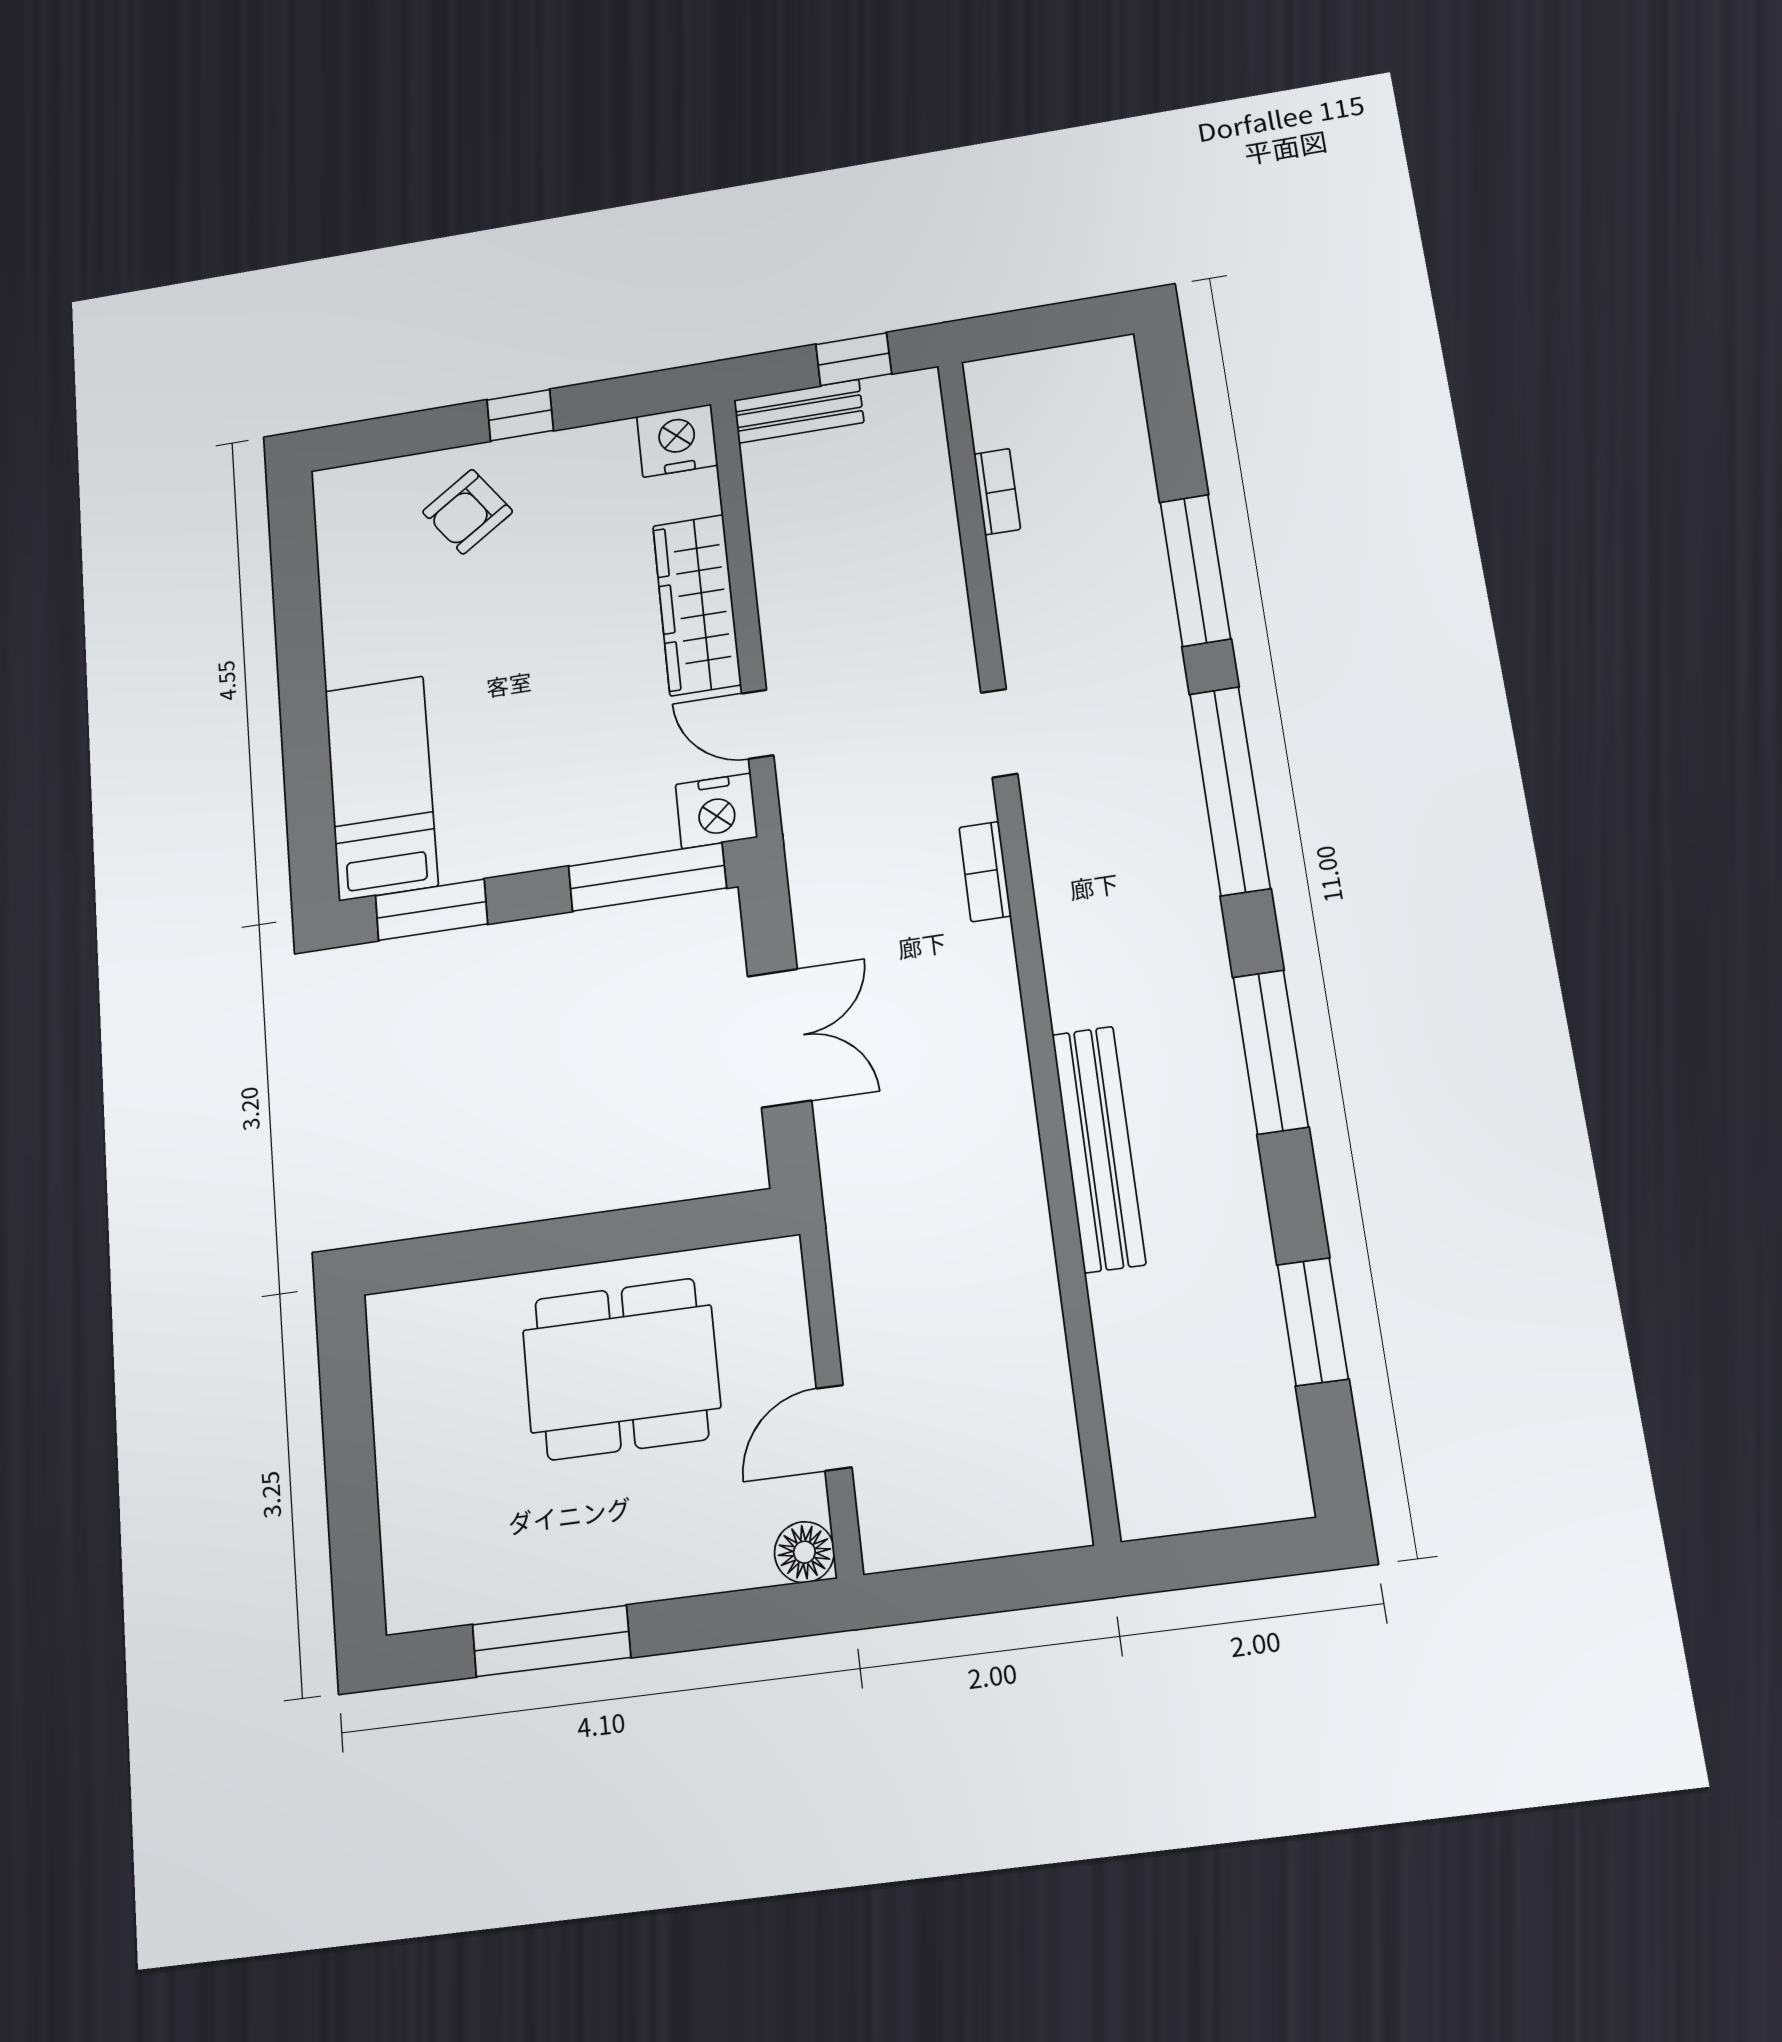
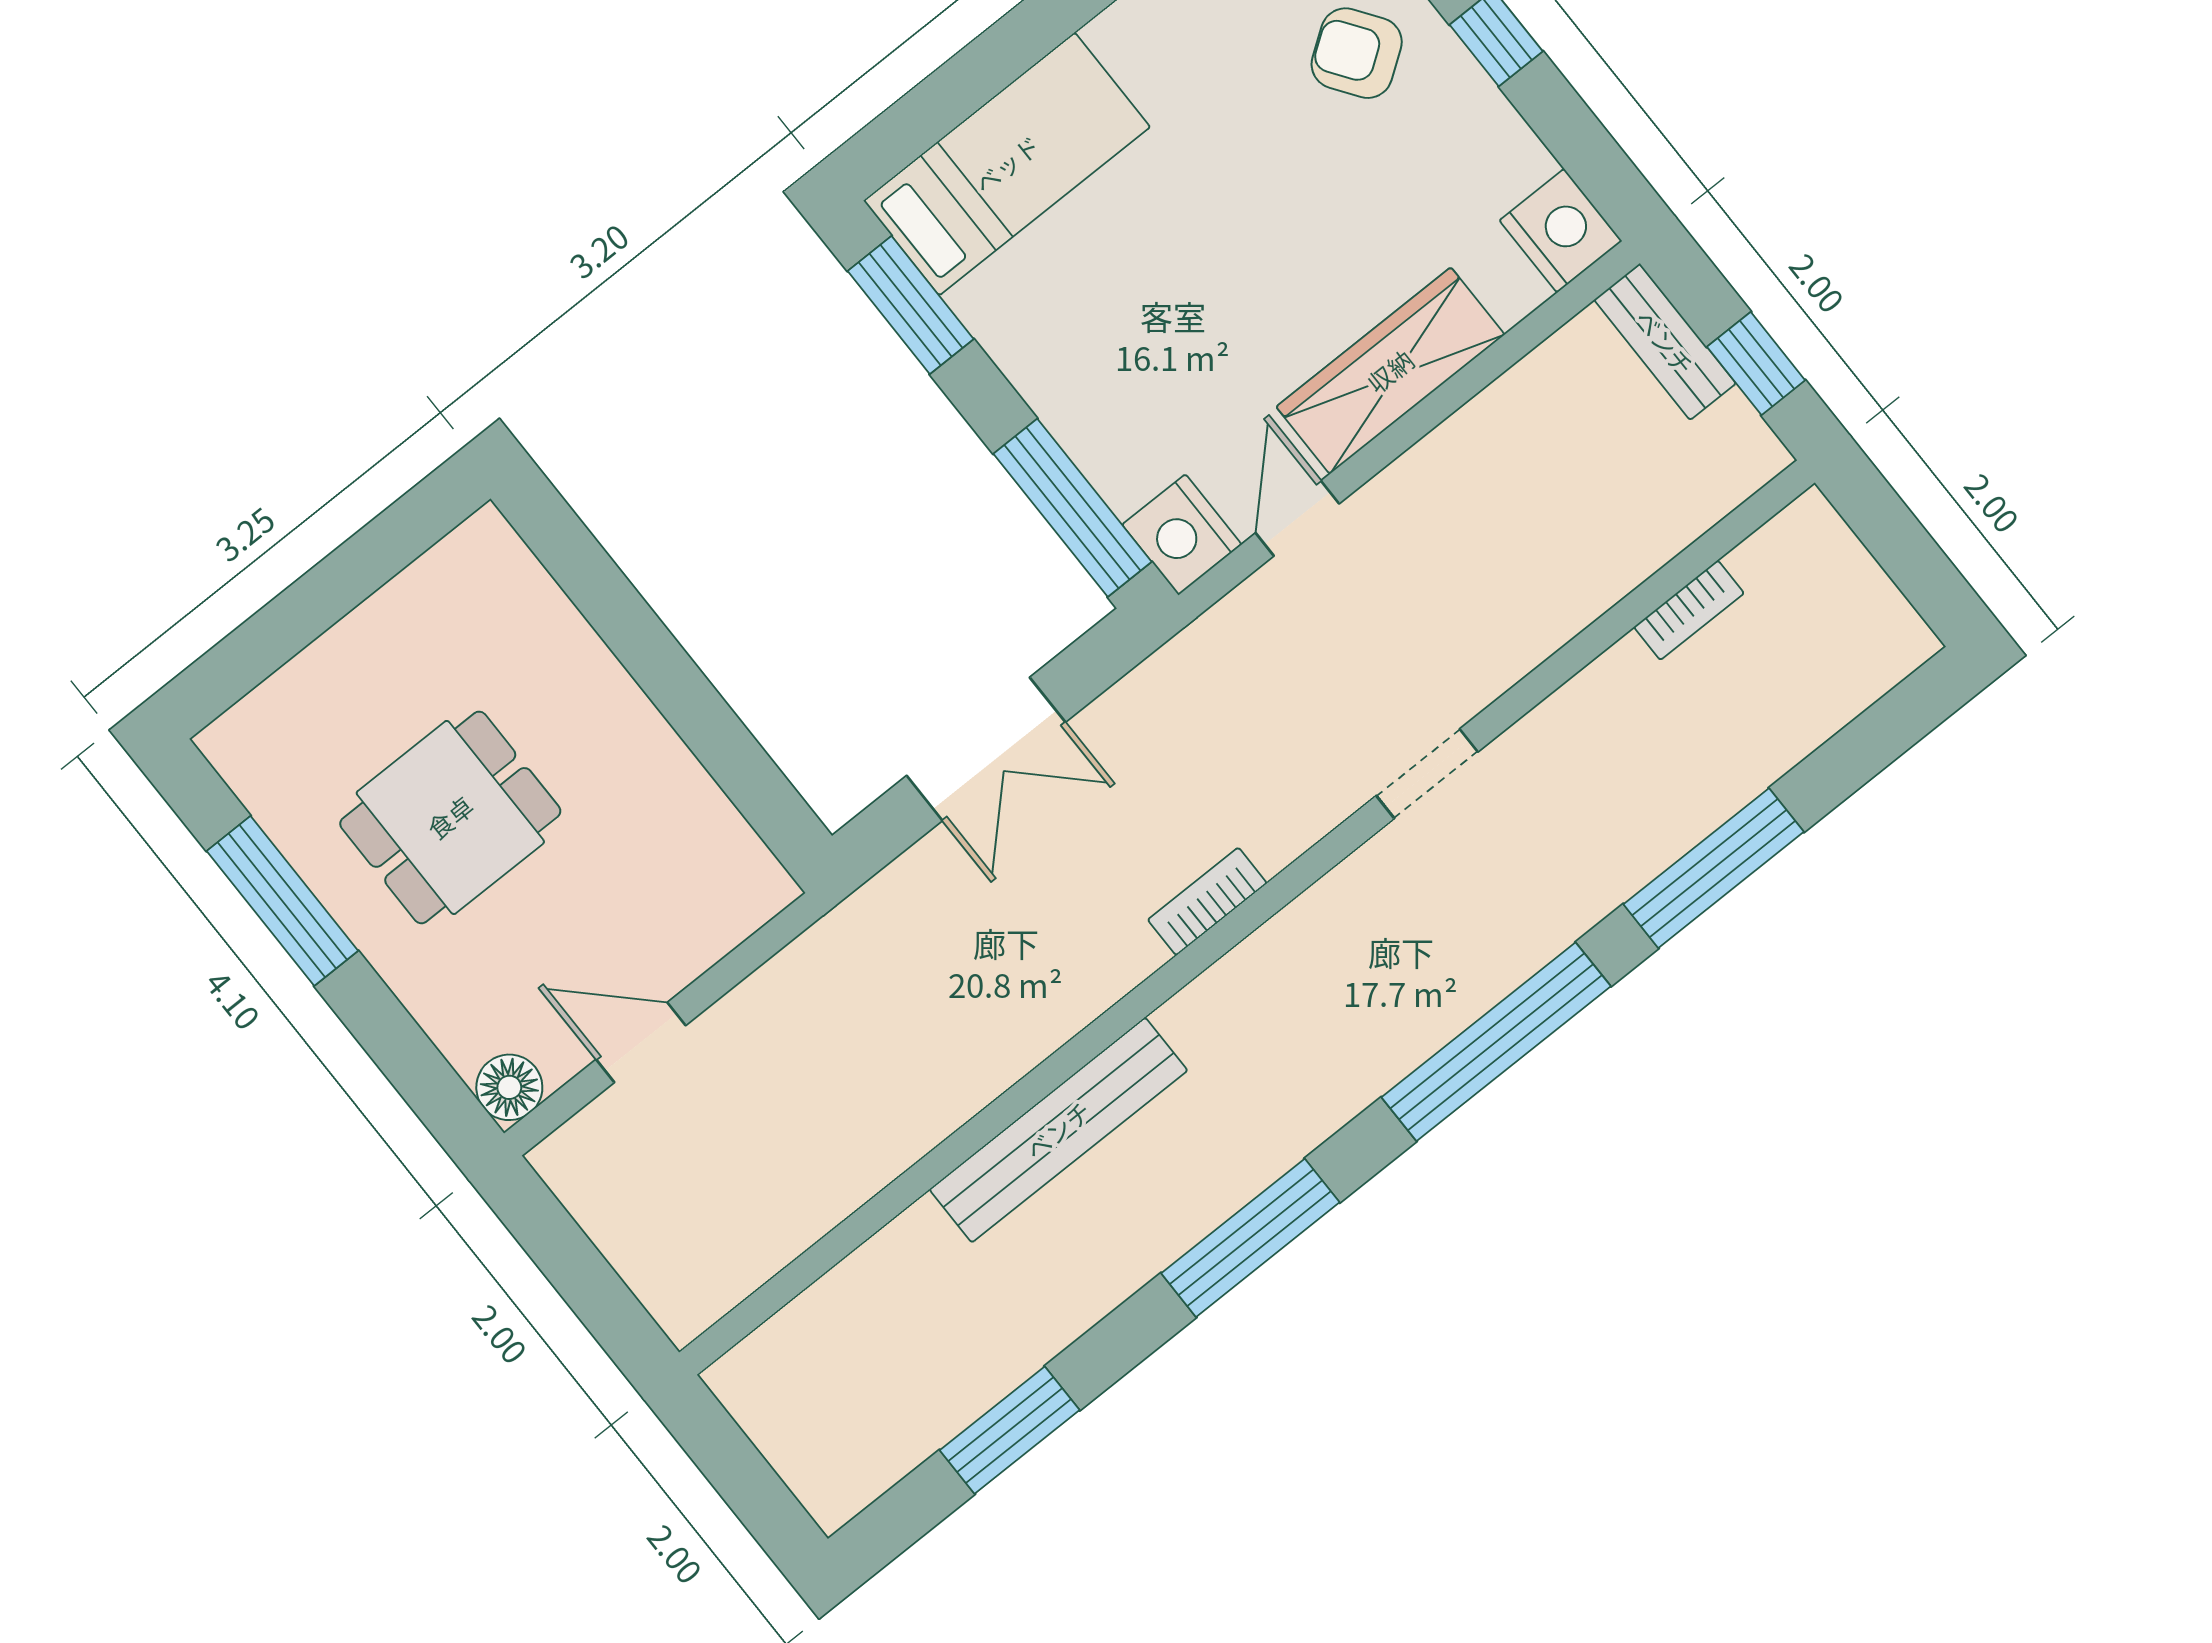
bookcase: (985, 872) -> (1207, 901), moved
dining table: (621, 1369) -> (450, 817), moved, width x0.73

